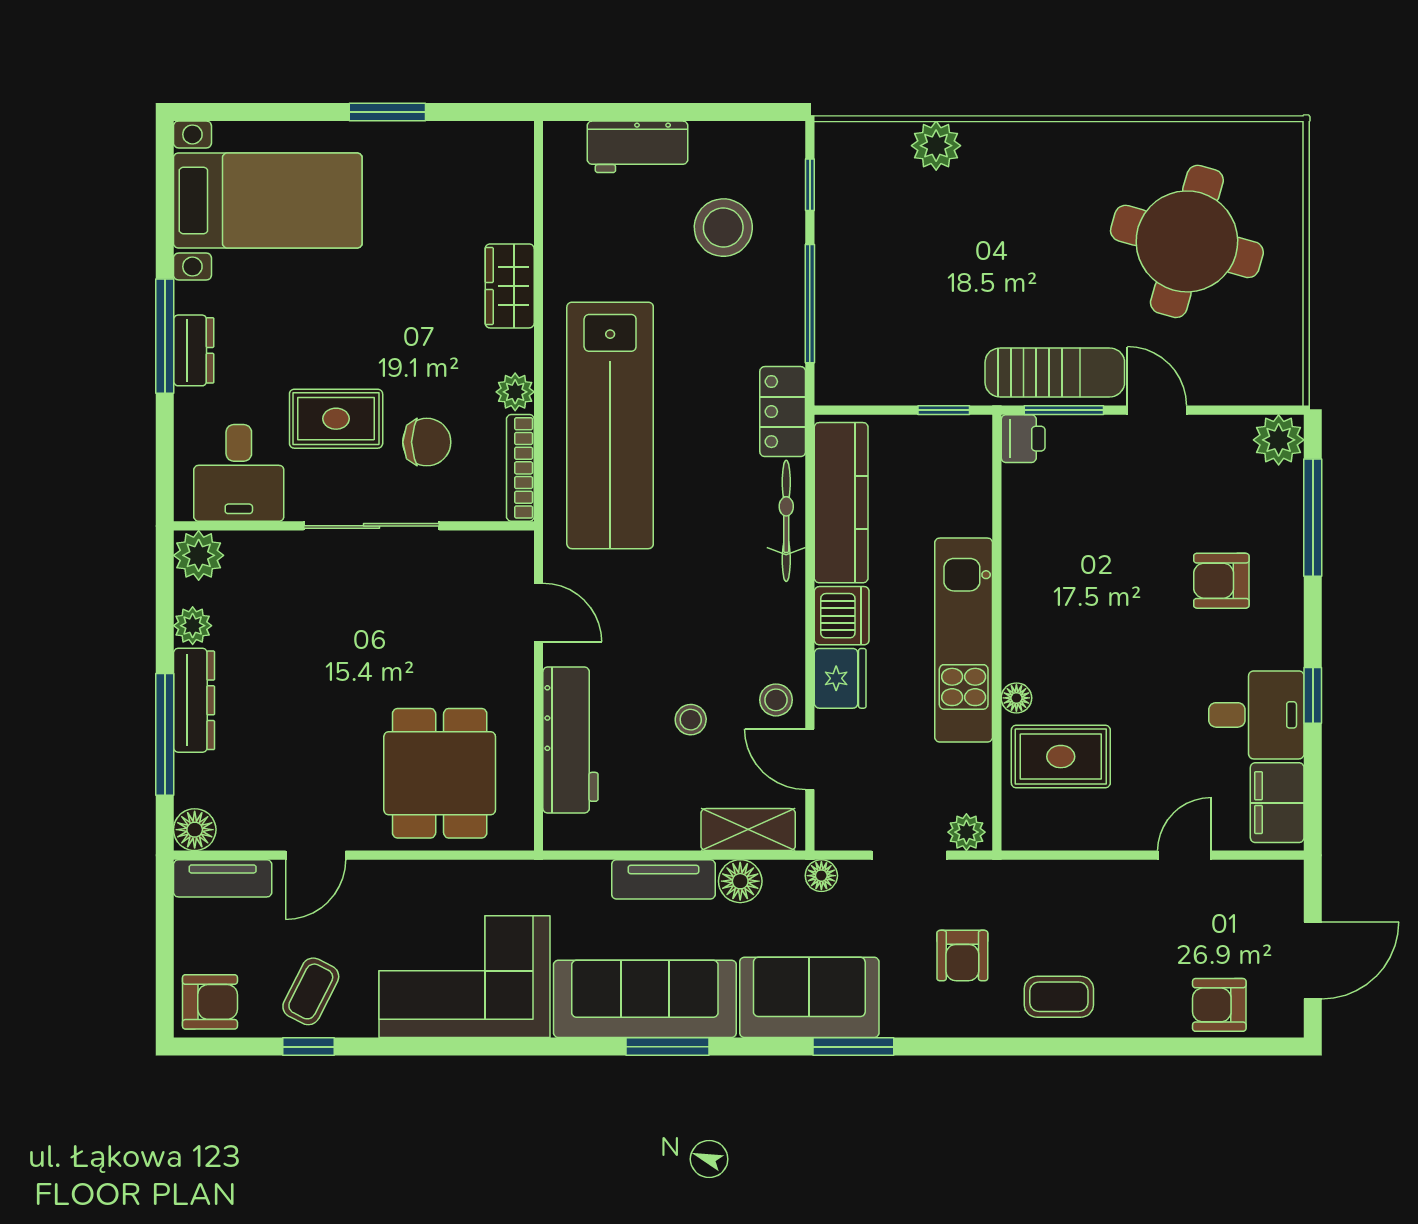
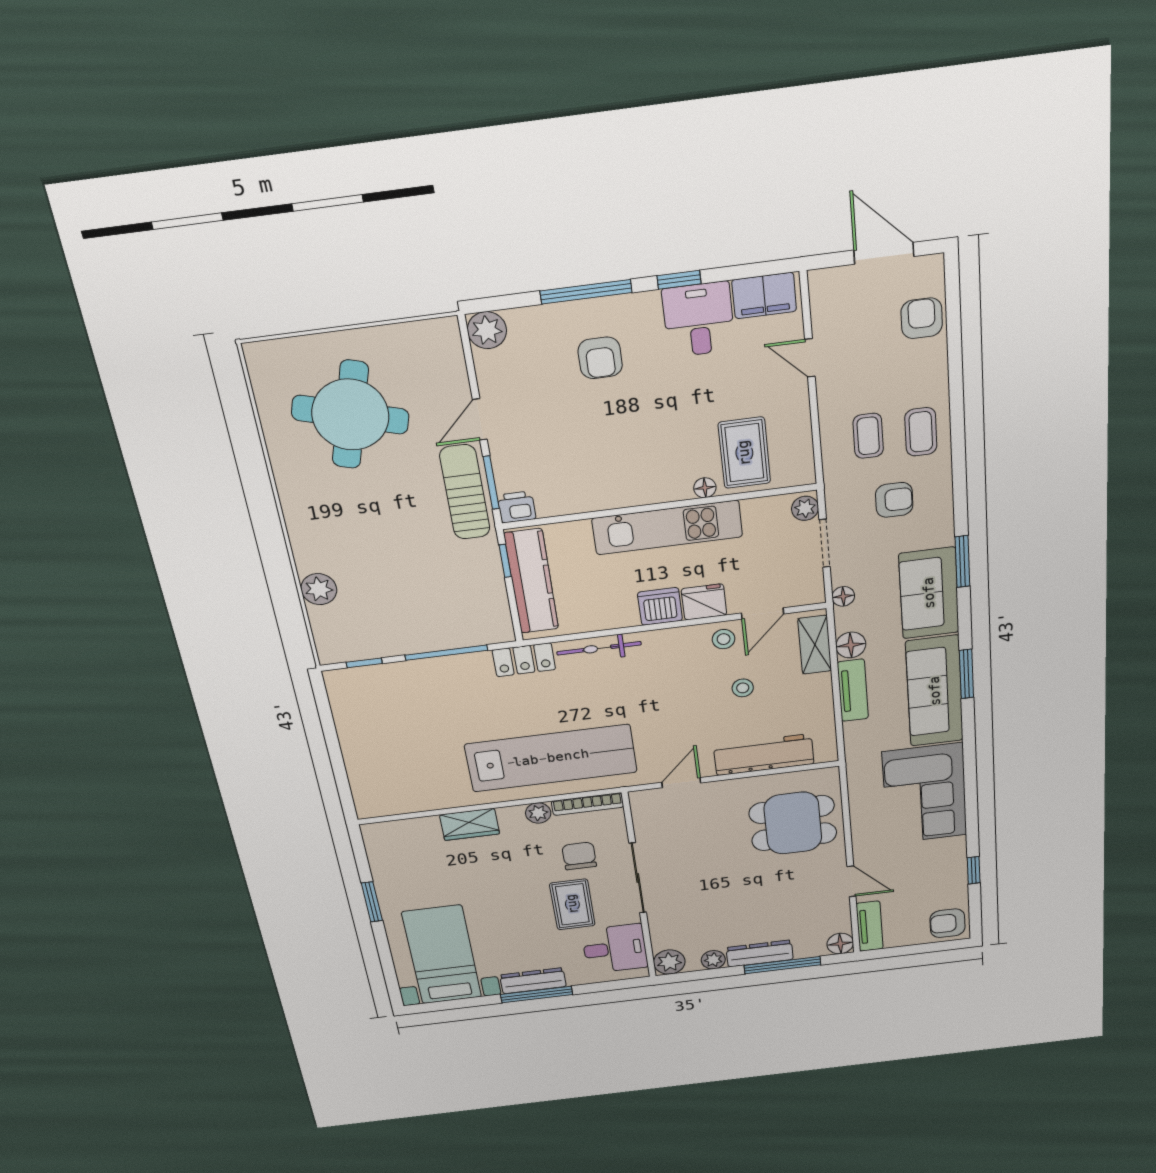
workbench: (638, 147) -> (362, 766), removed
stool: (723, 228) -> (405, 710), removed
dresser: (194, 350) -> (533, 981), width x1.44
kitchen counter: (841, 503) -> (531, 581), moved, turned 90
window: (1313, 518) -> (586, 292), moved
coffee table: (311, 991) -> (868, 436), moved, turned 63
armchair: (210, 1002) -> (947, 923), turned -90
armchair: (1219, 1005) -> (922, 318), turned 180

